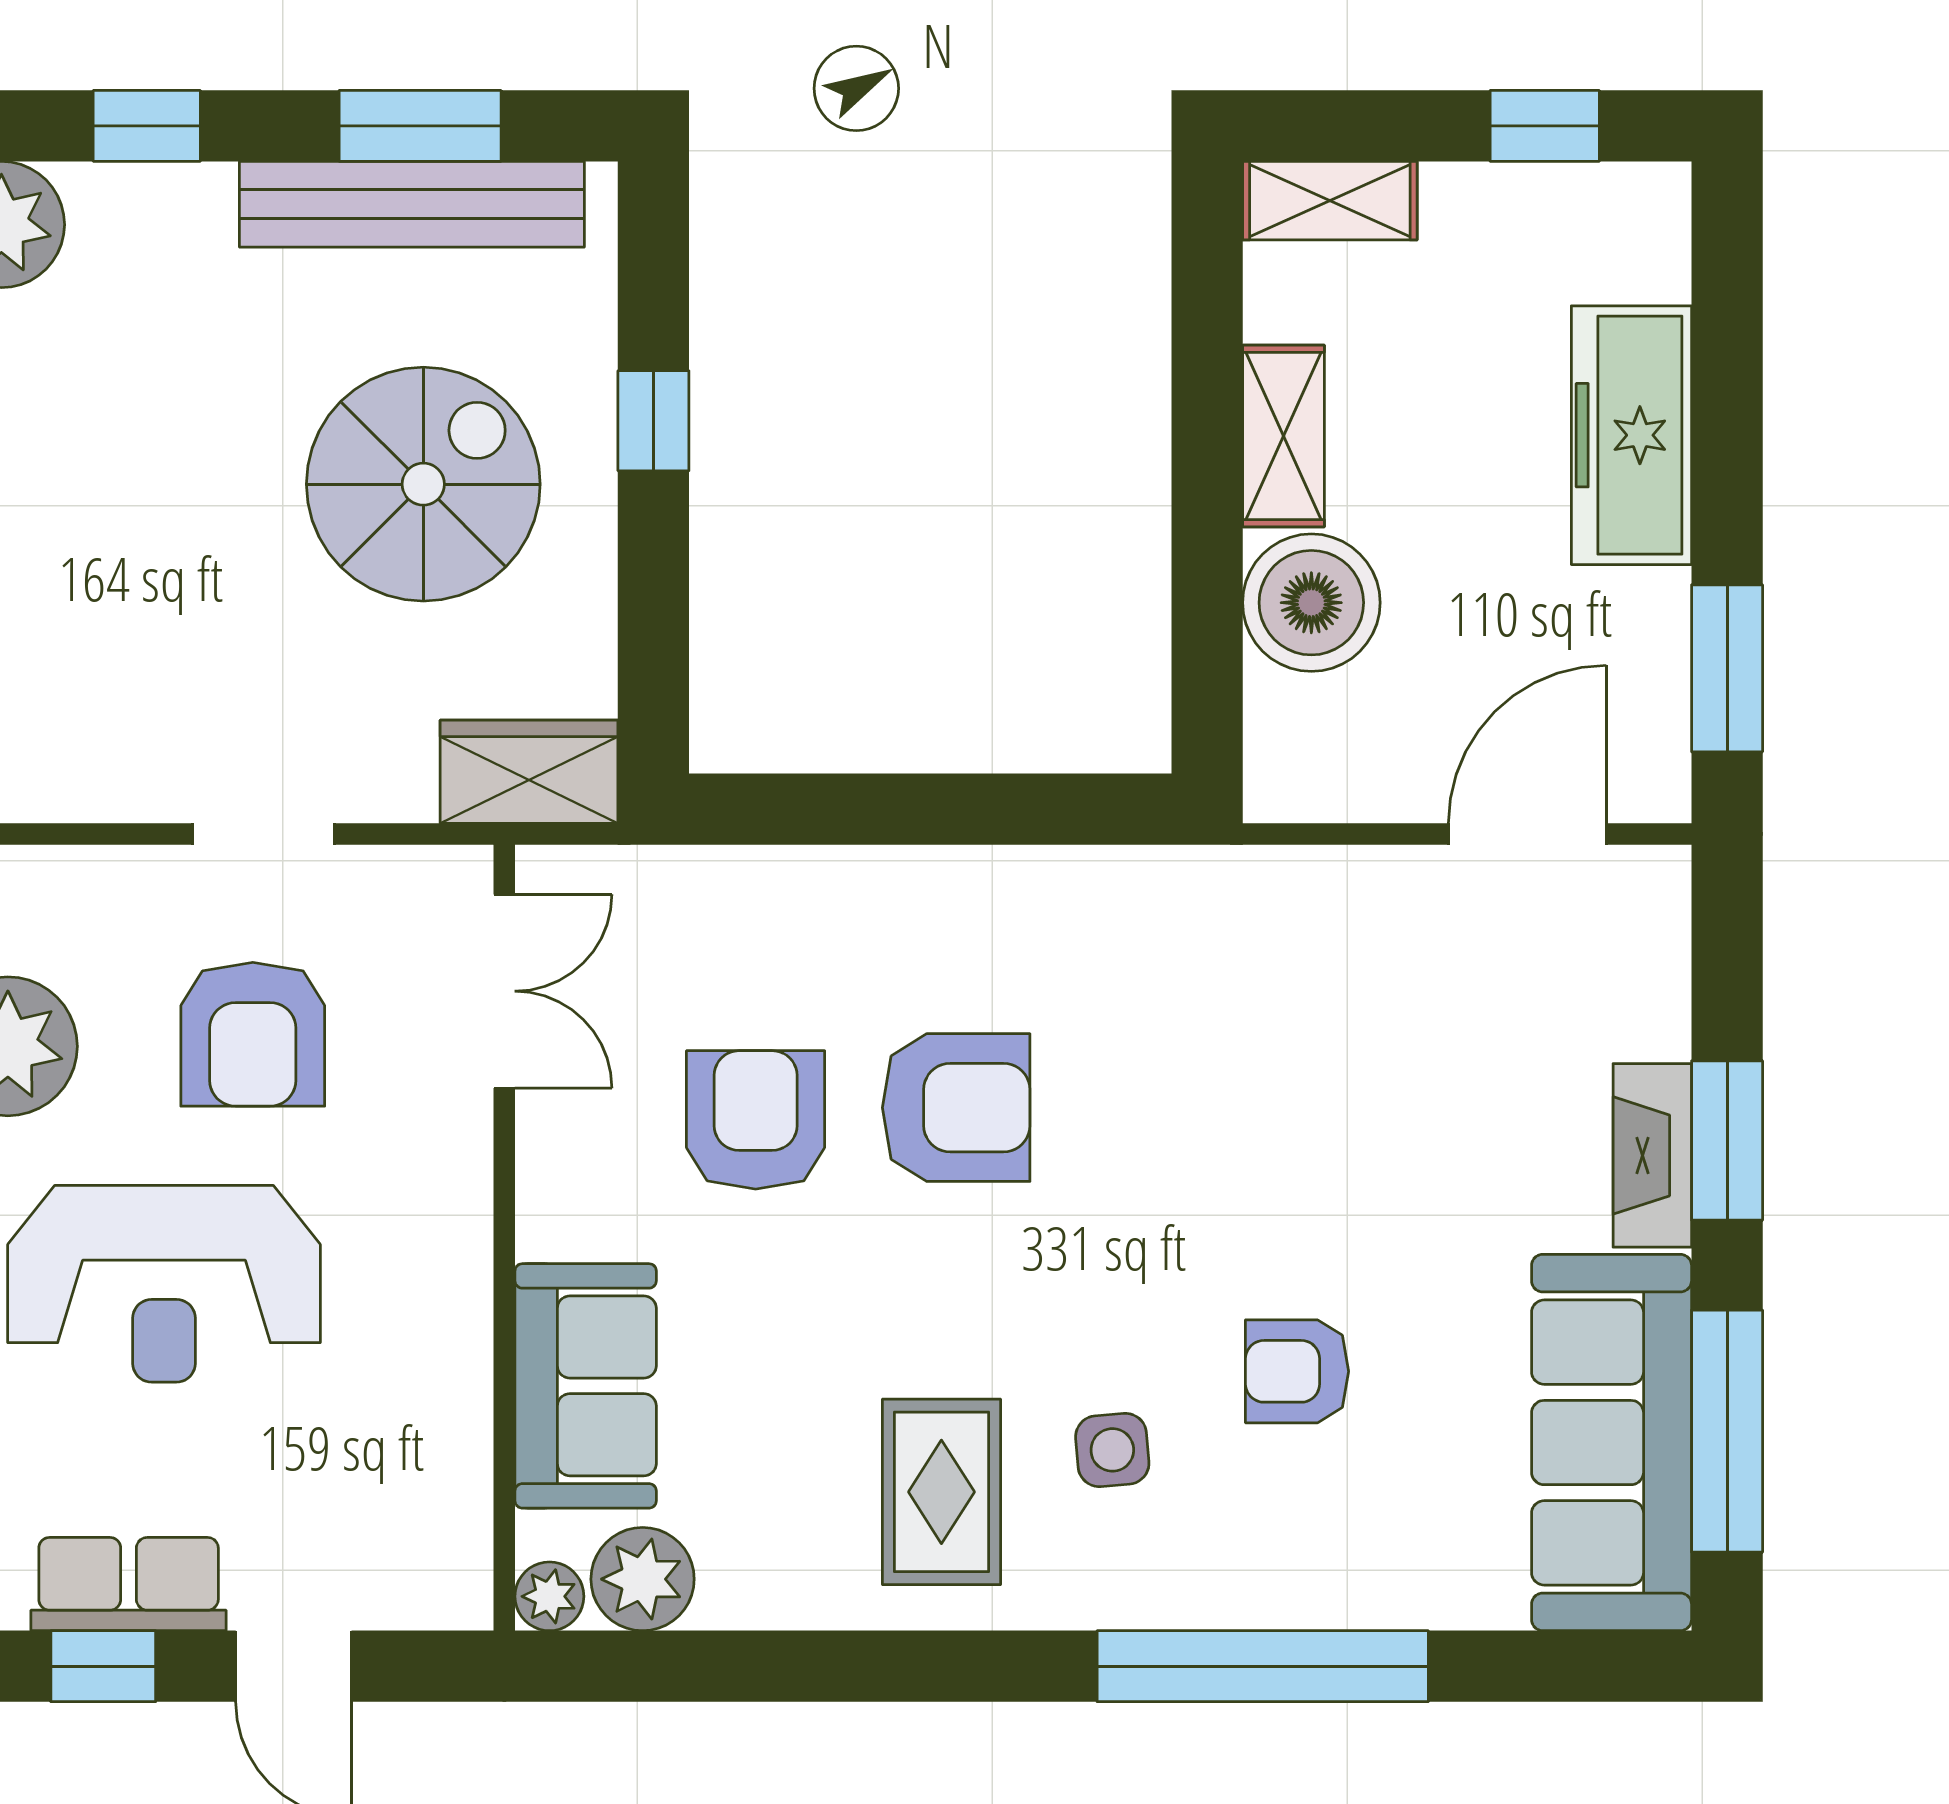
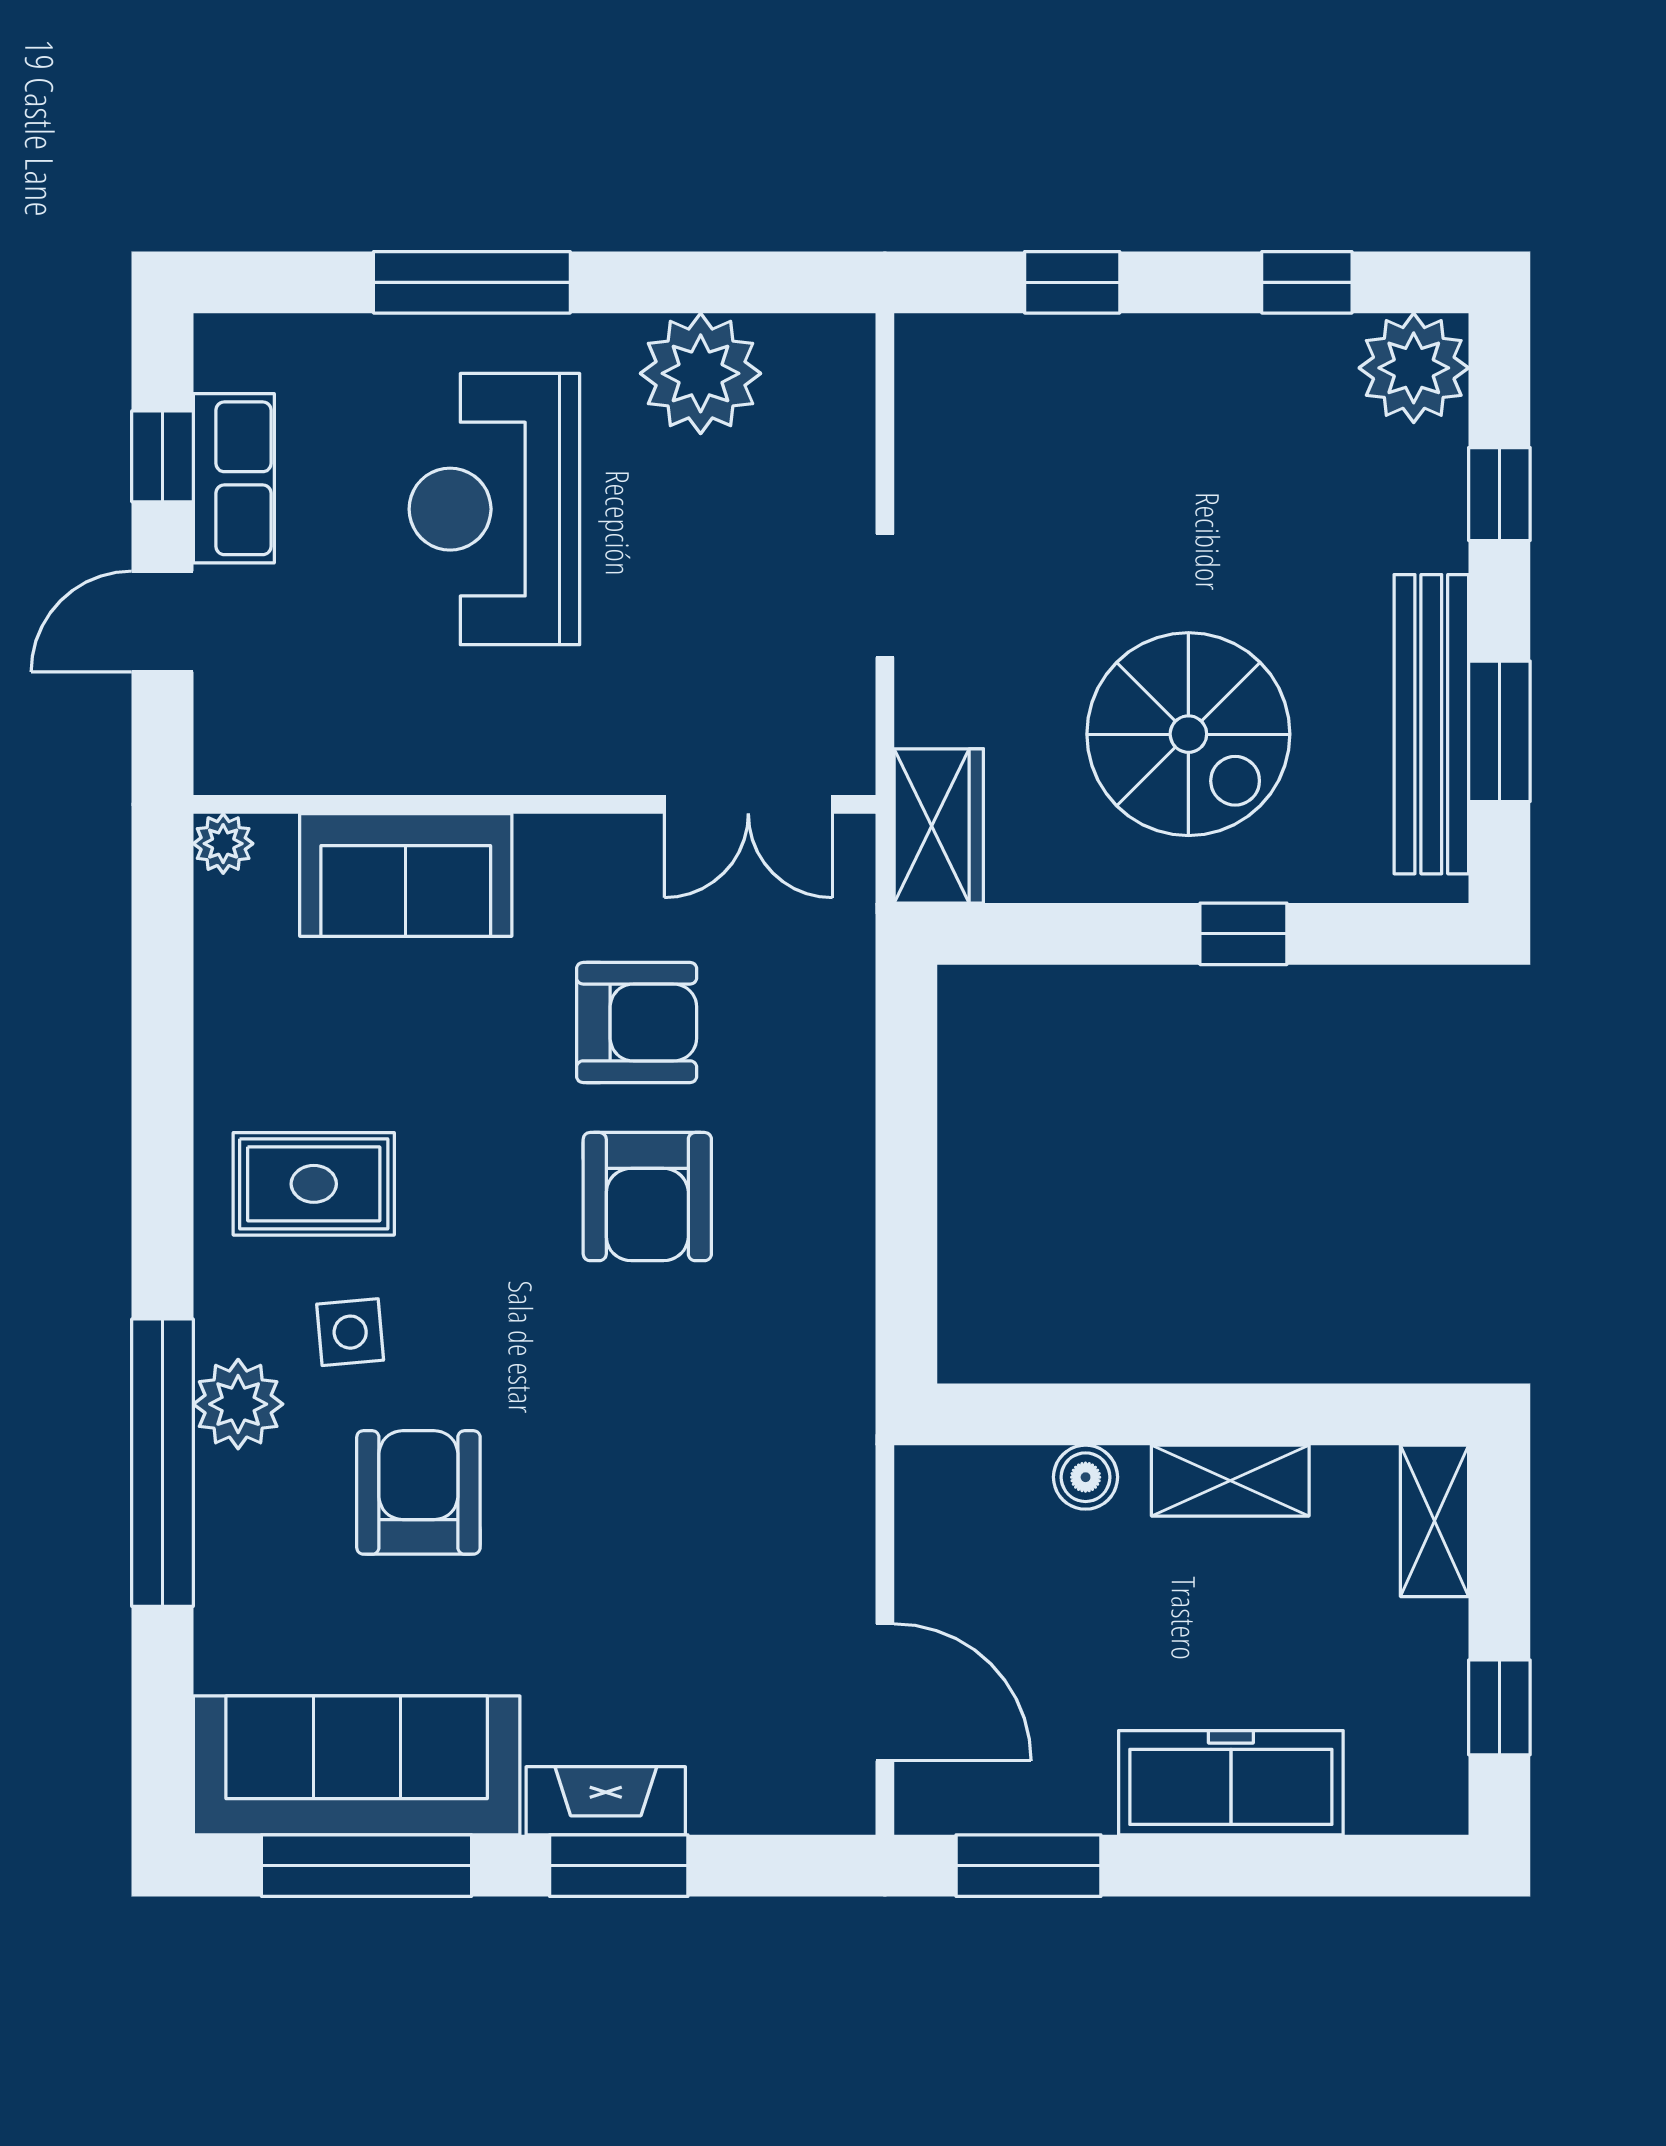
boiler: (1311, 603) -> (1086, 1477), width x0.54, depth x0.54
armchair: (253, 1034) -> (711, 586), removed
armchair: (1297, 1371) -> (418, 1492), width x1.38, depth x1.38
plant: (643, 1579) -> (238, 1404), moved

